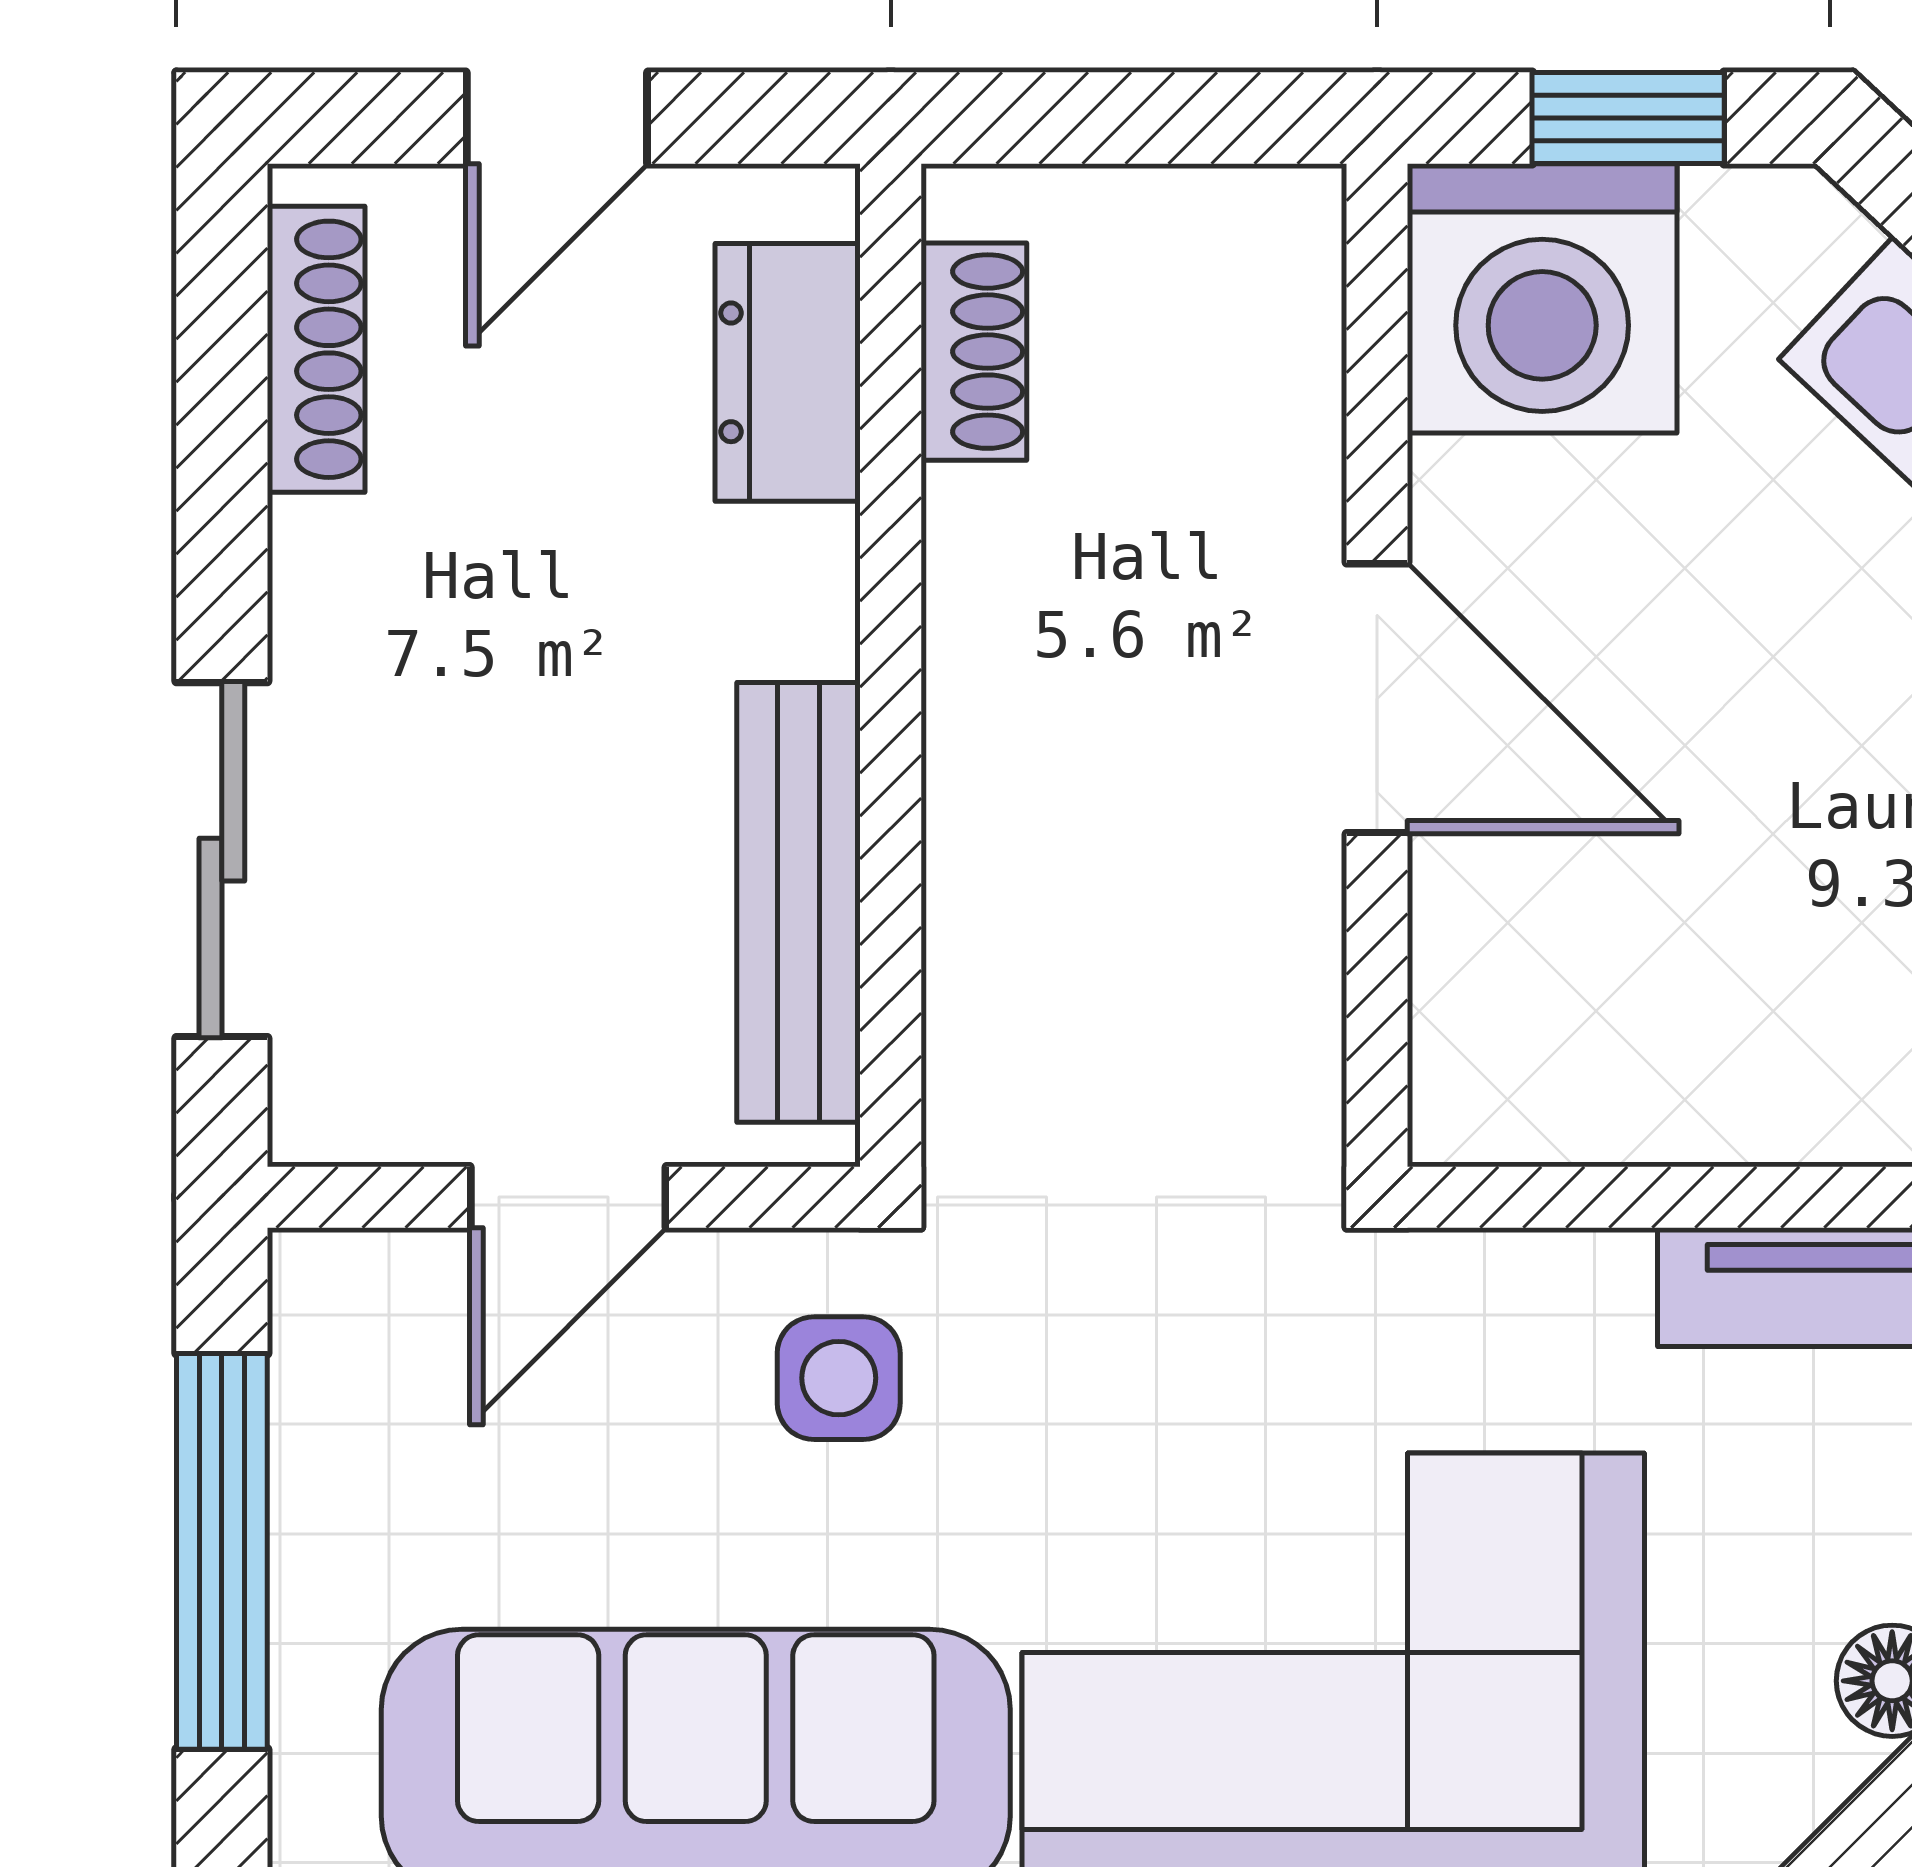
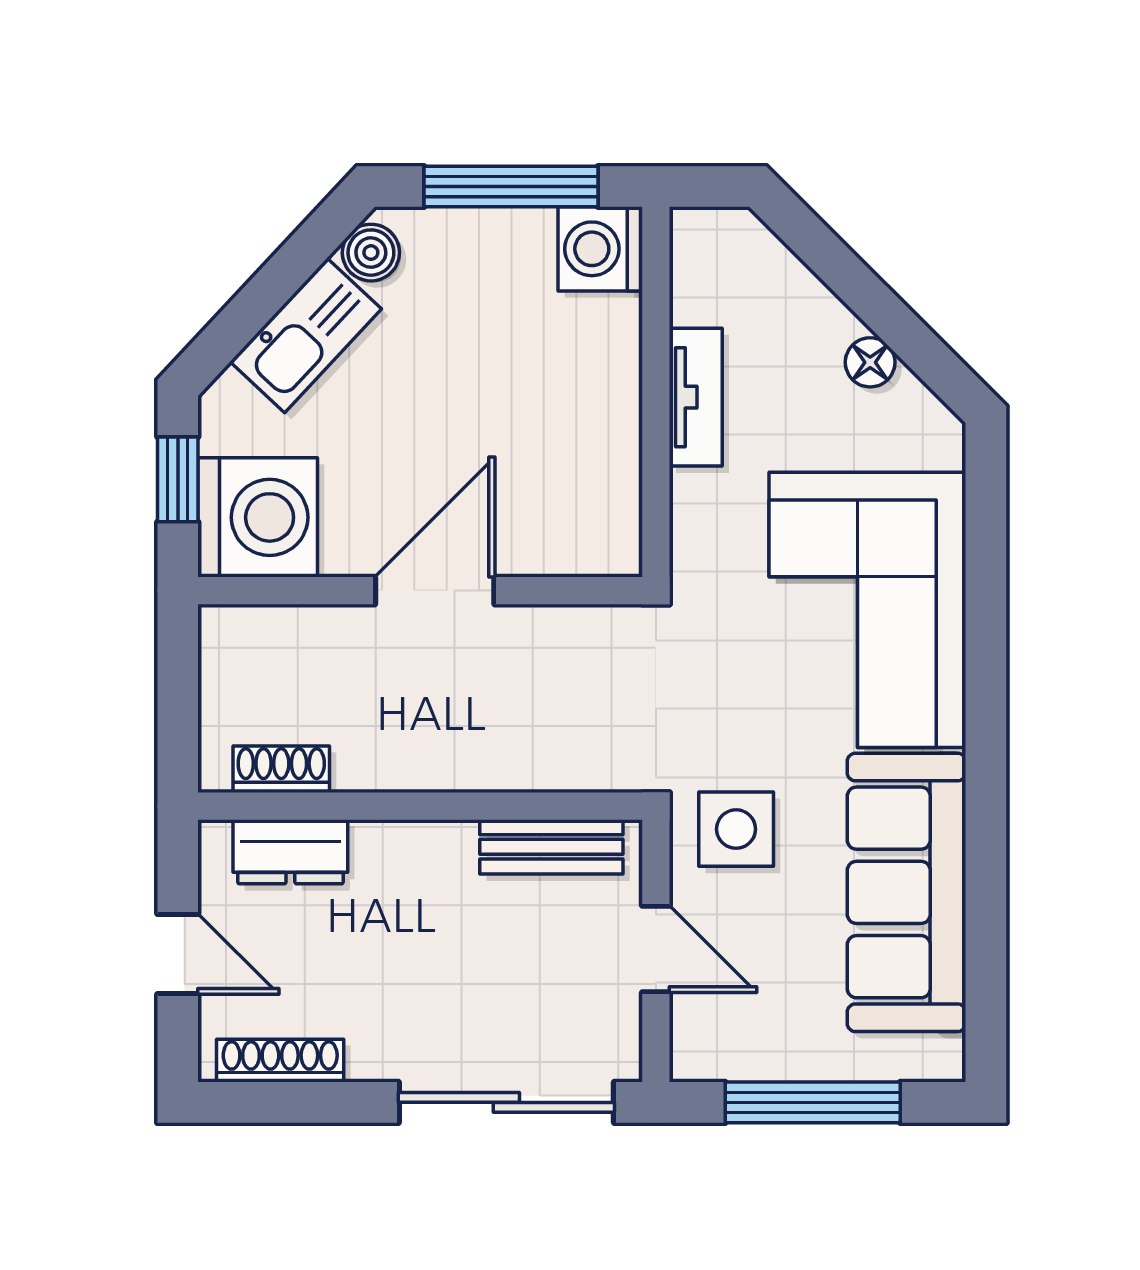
sliding door: (222, 860) -> (506, 1102), width x1.37
bench: (799, 902) -> (551, 847), width x0.73
side table: (839, 1378) -> (736, 829), width x1.37, depth x1.37

